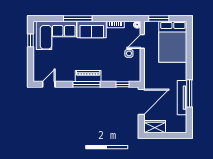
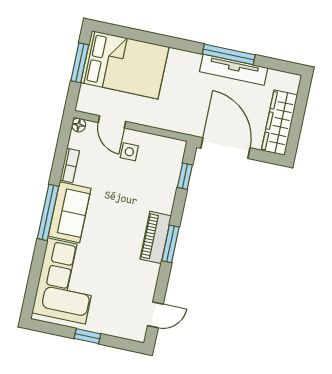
window: (78, 18) -> (48, 212), moved
window: (159, 18) -> (80, 63), moved
window: (31, 40) -> (87, 336), moved
door: (49, 84) -> (155, 315), swing flipped
window: (87, 84) -> (171, 244), width x0.69
wardrobe: (155, 127) -> (279, 123), width x1.50

